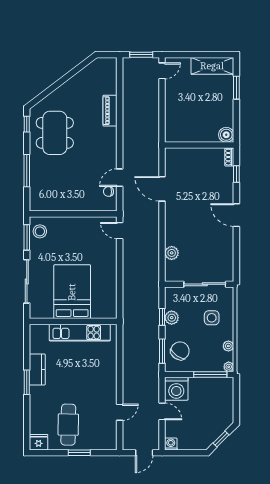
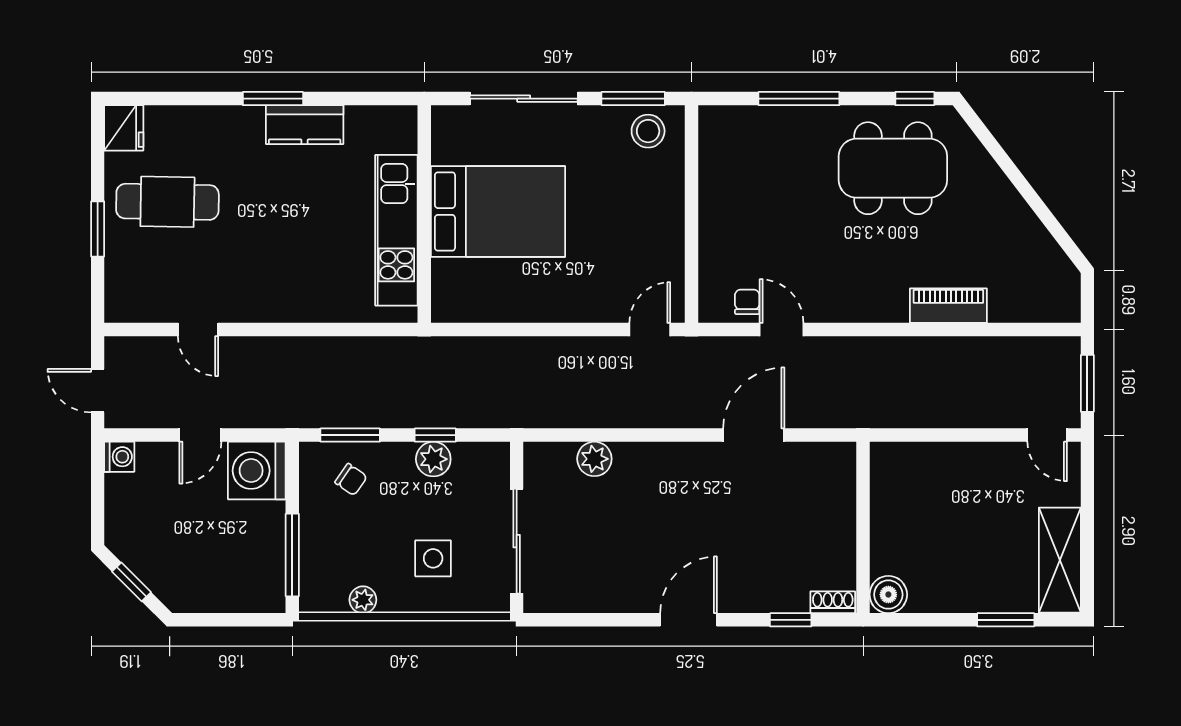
chair: (180, 351) -> (351, 480), width x0.54, depth x0.54
plant: (229, 367) -> (311, 601), removed

